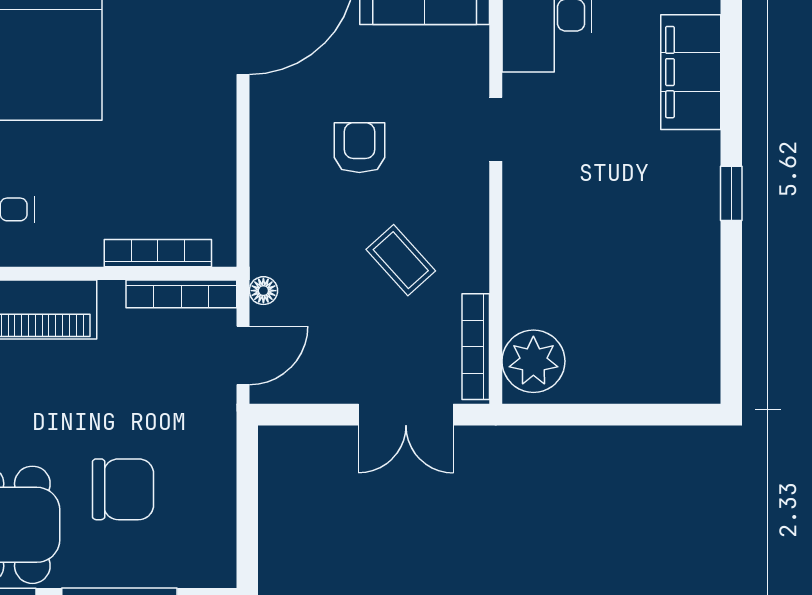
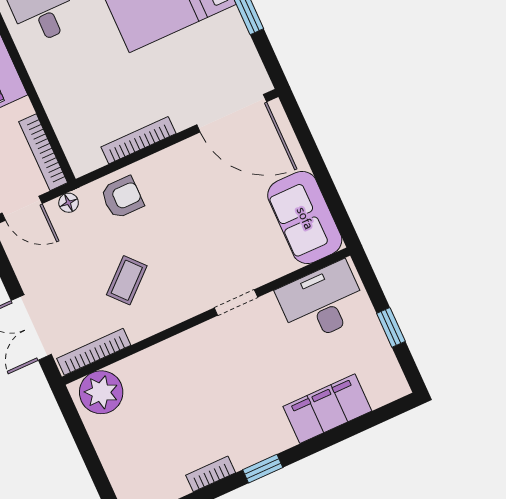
armchair: (359, 148) -> (122, 197), moved
bookcase: (158, 253) -> (139, 140), moved, turned -90
bookcase: (707, 265) -> (211, 474), added

